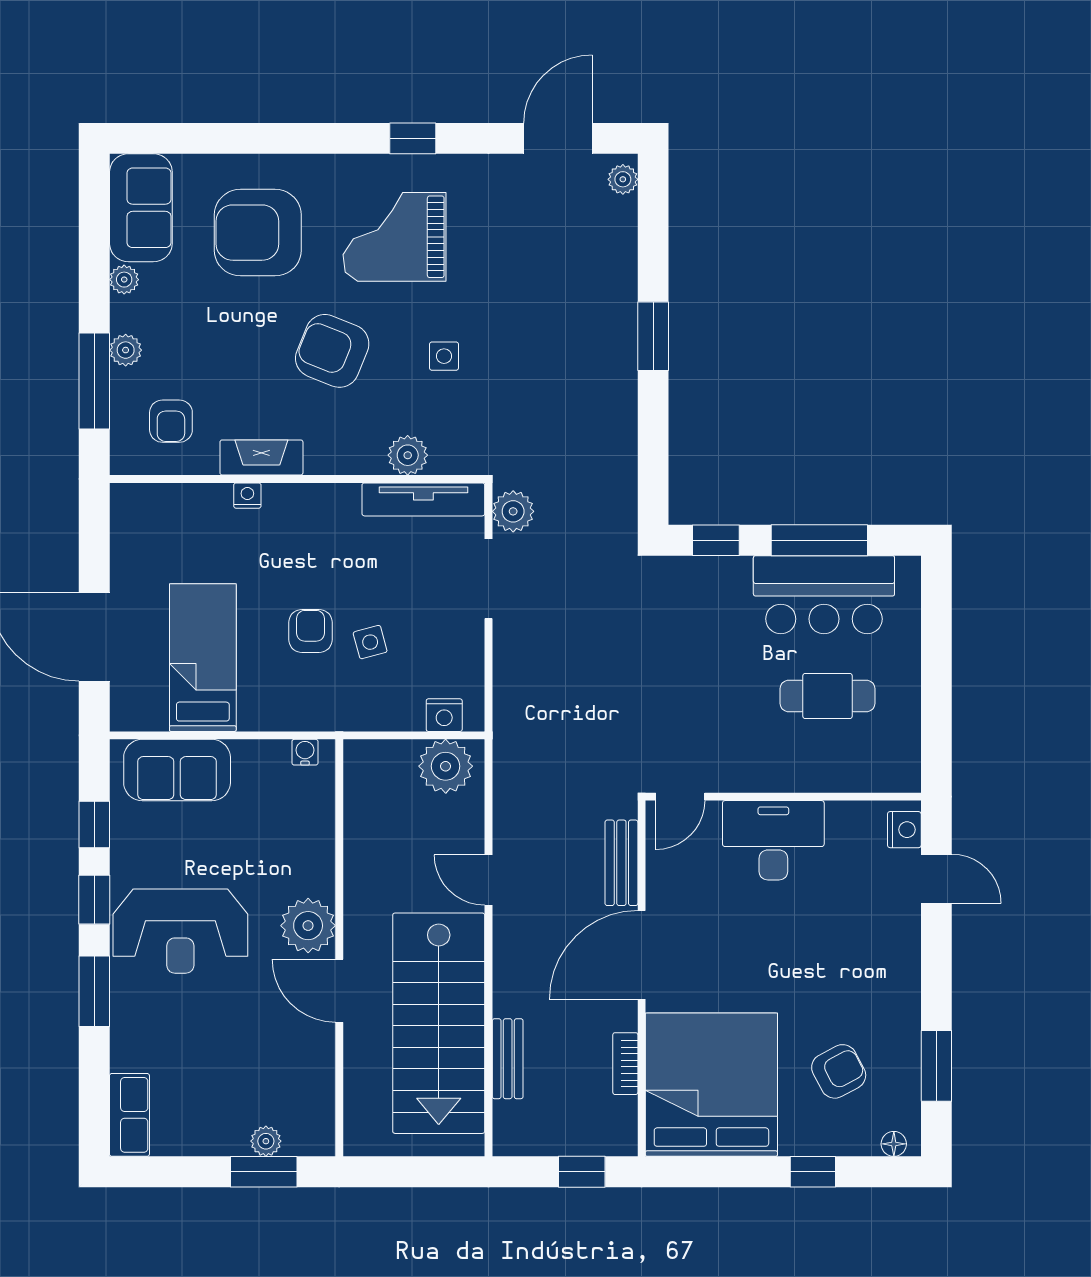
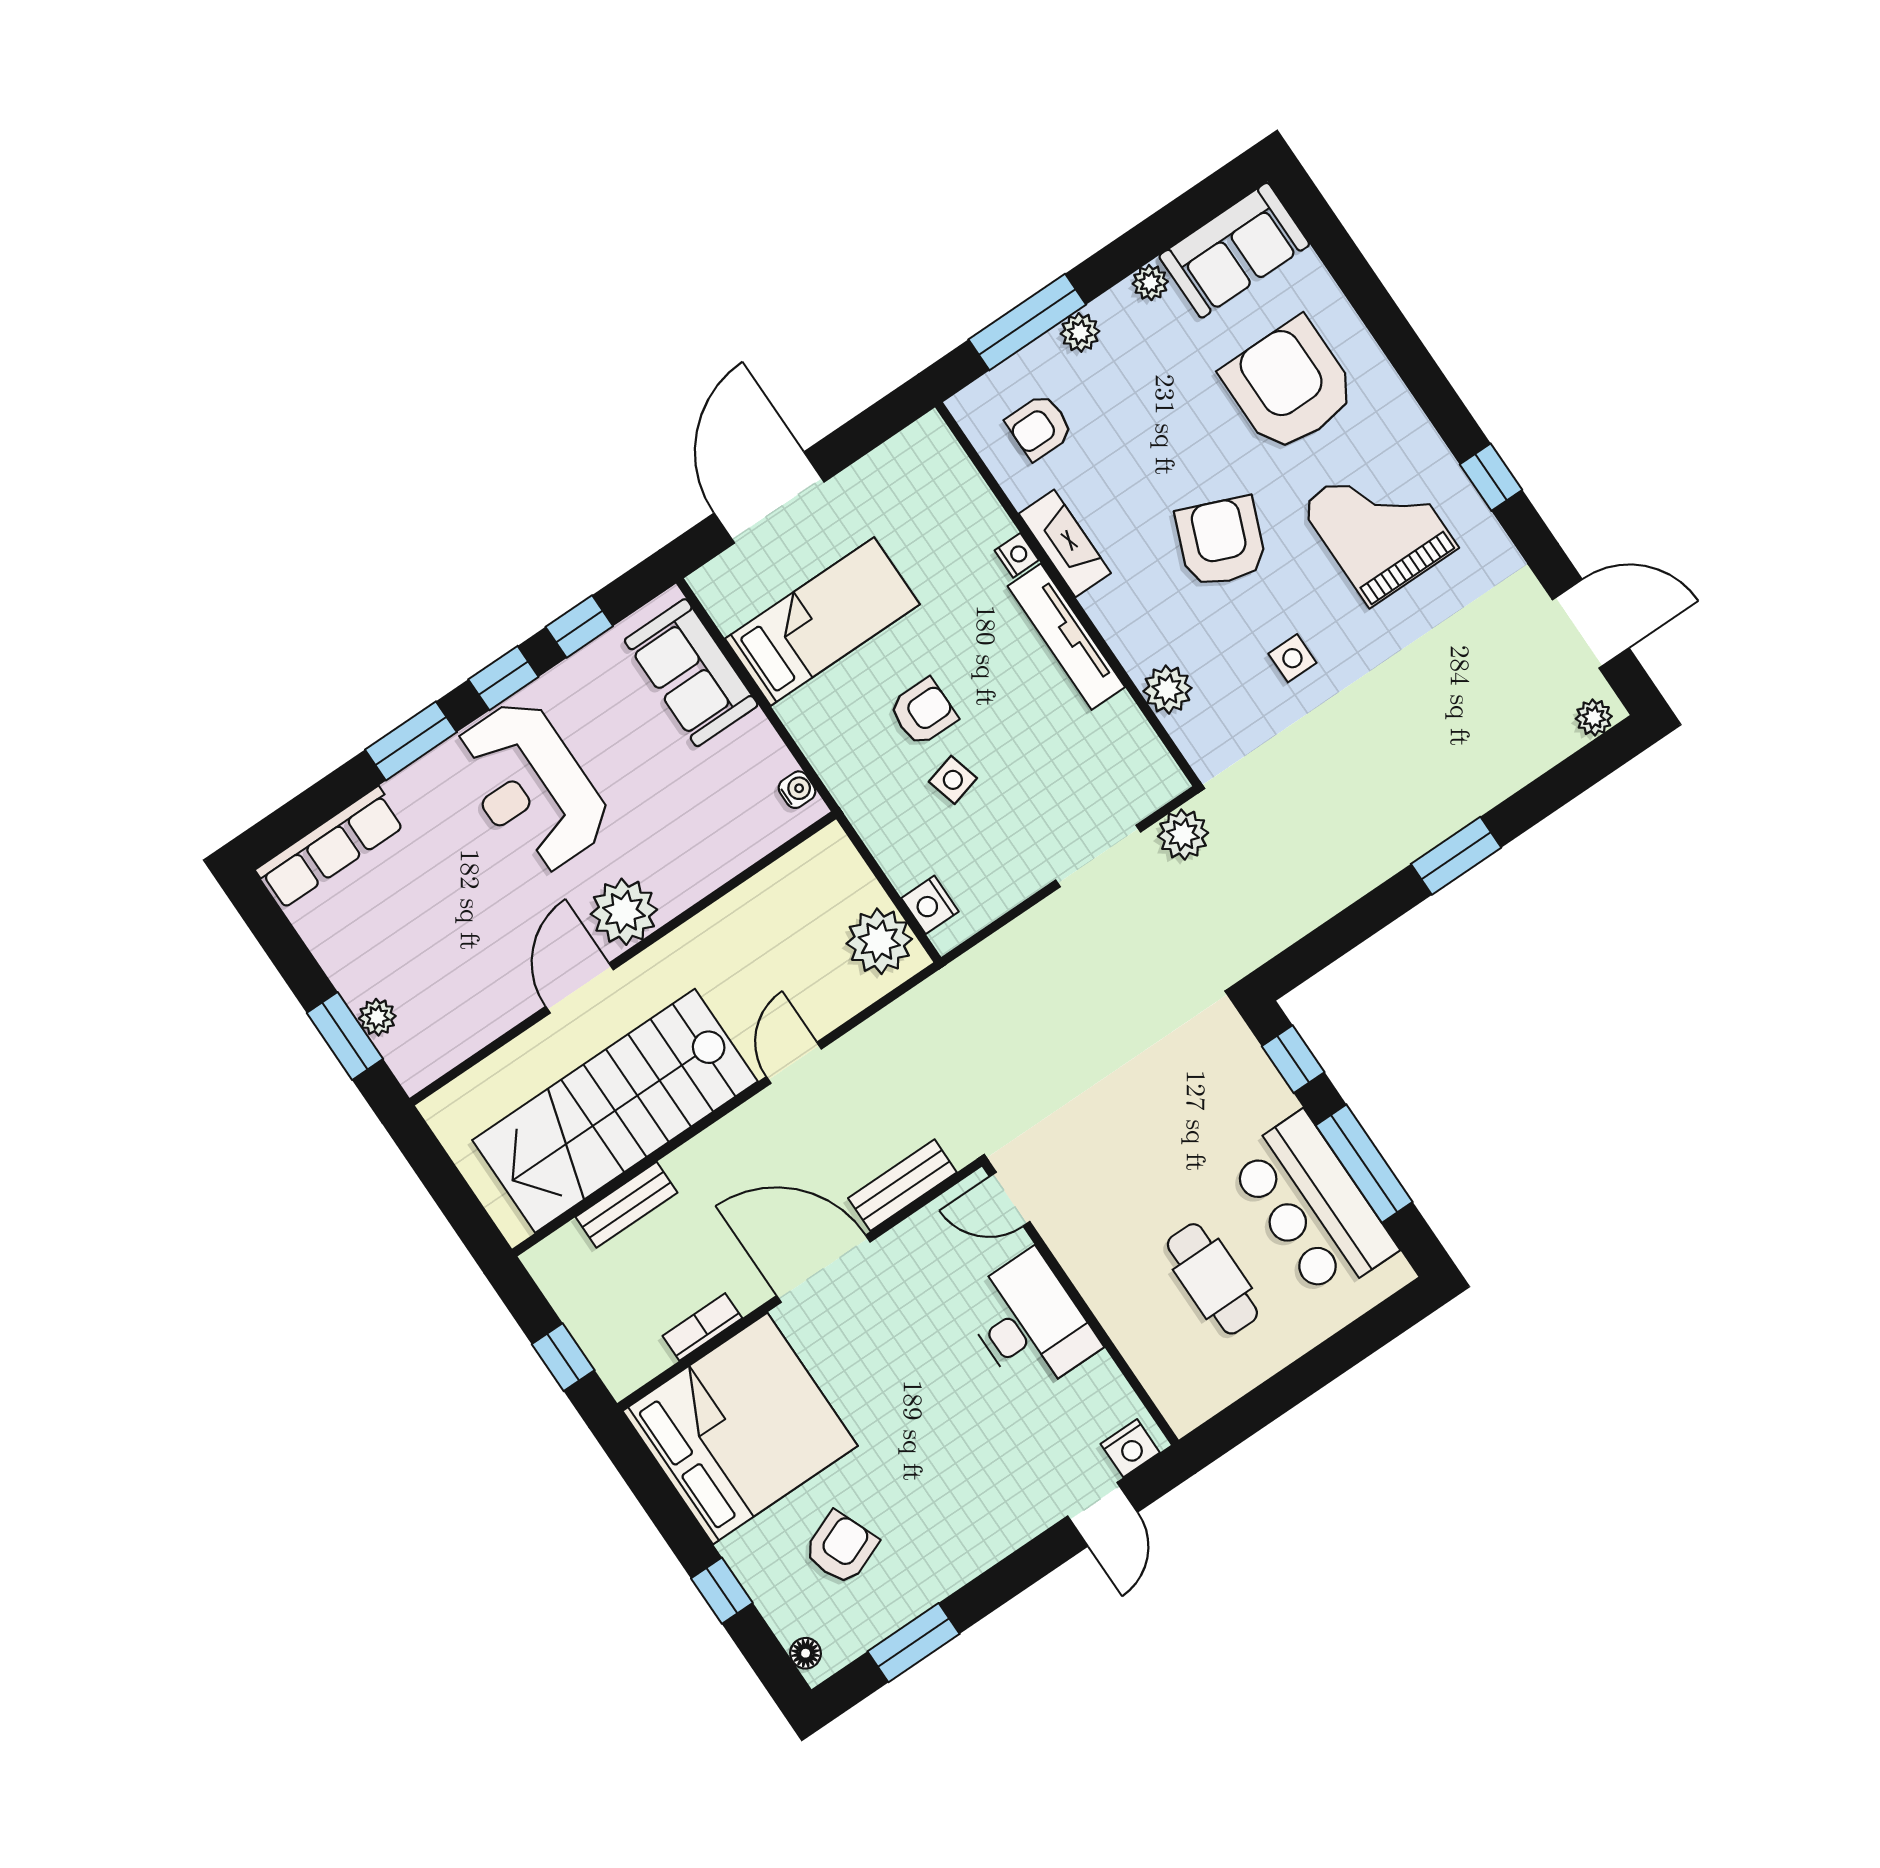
tv unit: (423, 499) -> (1066, 637), moved
armchair: (839, 1071) -> (841, 1548), turned -84
row of seats: (129, 1115) -> (330, 848), width x1.48

